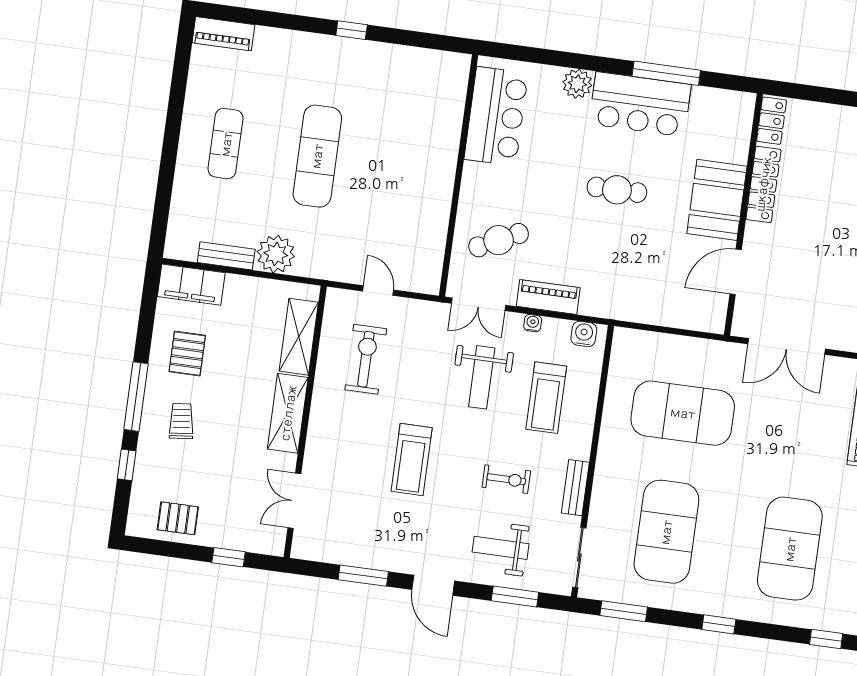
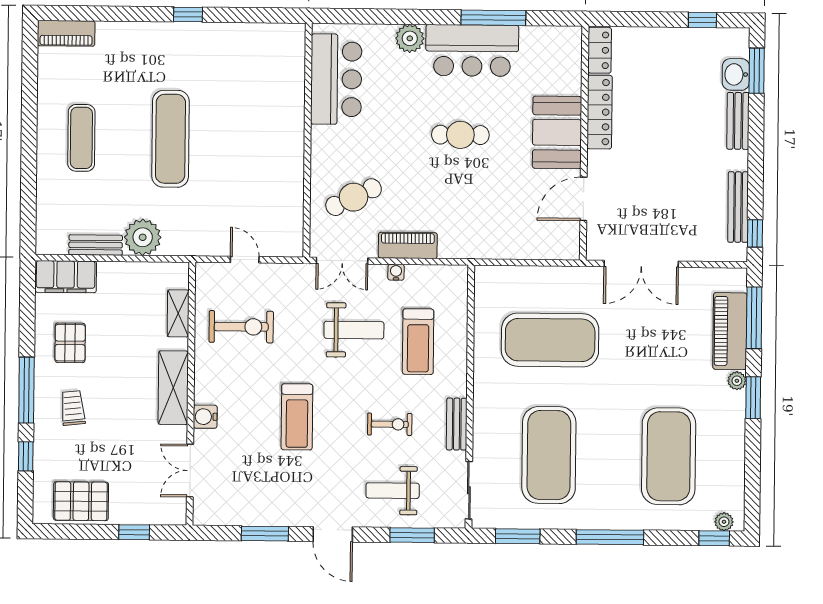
water cooler: (584, 334) -> (205, 417), moved, turned -90
shelving: (299, 337) -> (178, 313), width x0.67, depth x0.75
exercise bike: (366, 359) -> (241, 327), turned 90
weight bench: (482, 377) -> (354, 330), turned -90
pallet: (178, 518) -> (81, 501), width x1.50, depth x1.42
plant: (838, 623) -> (724, 522), added
window: (719, 624) -> (610, 537), width x2.17

